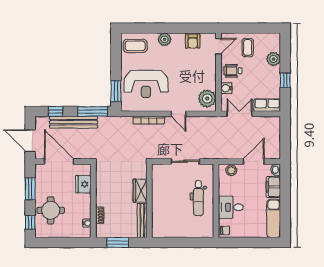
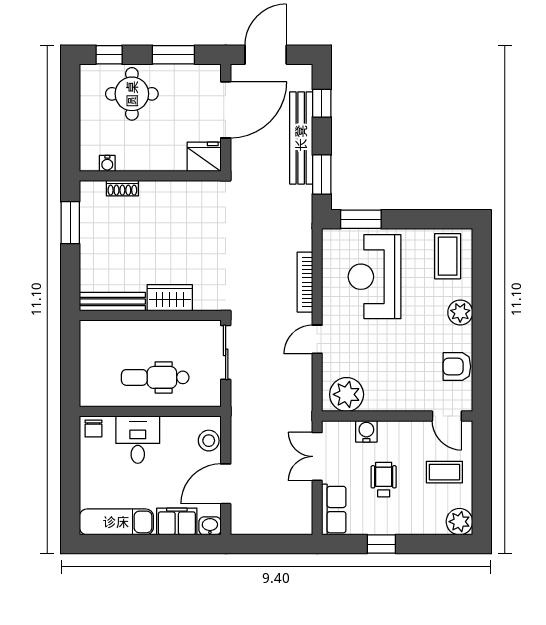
plant: (273, 59) -> (459, 522), moved
wheelchair: (233, 71) -> (384, 480), moved
window: (93, 111) -> (322, 174), width x0.69
double door: (240, 114) -> (317, 456), swing flipped
door: (254, 161) -> (226, 484), swing flipped
fridge: (83, 184) -> (204, 157), moved
wardrobe: (140, 191) -> (170, 298), moved
wall: (149, 201) -> (150, 315), moved
bench: (142, 221) -> (112, 302), moved

